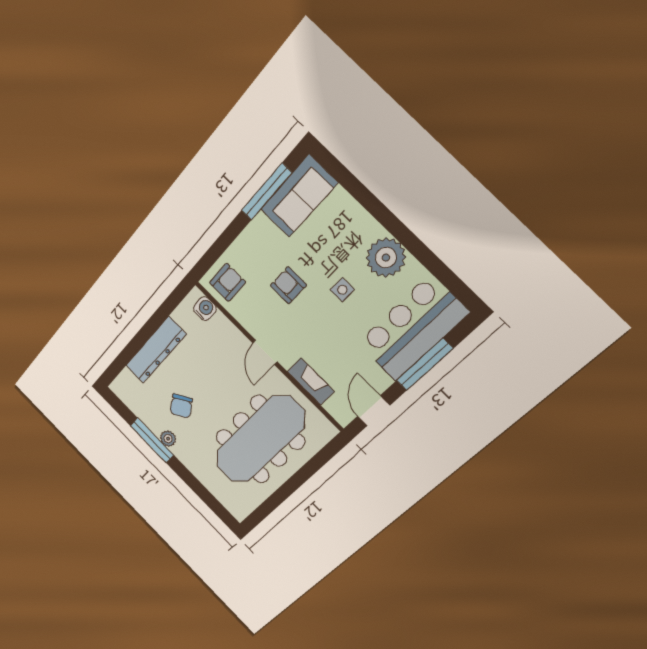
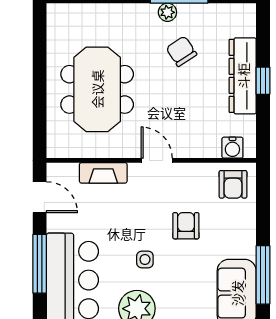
armchair: (288, 285) -> (186, 226), turned -90
window: (145, 333) -> (263, 81), added
meeting table: (260, 439) -> (97, 89), width x0.73

